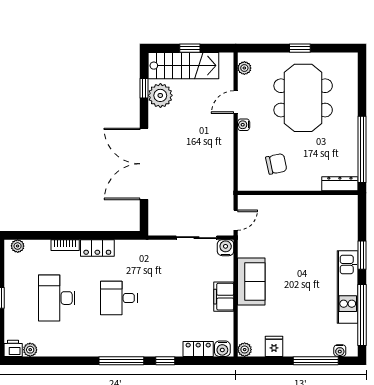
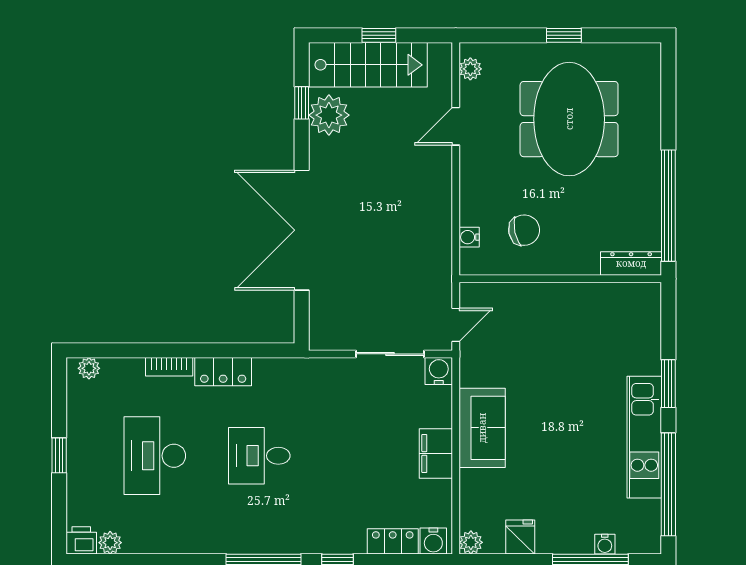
water cooler: (244, 125) -> (469, 237), moved
water cooler: (340, 351) -> (605, 544), moved

